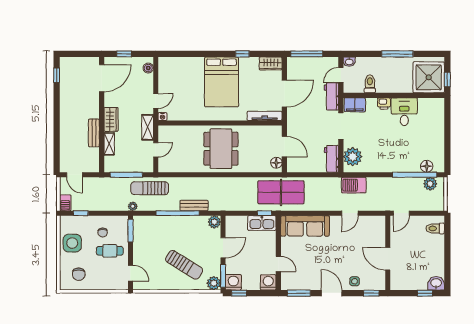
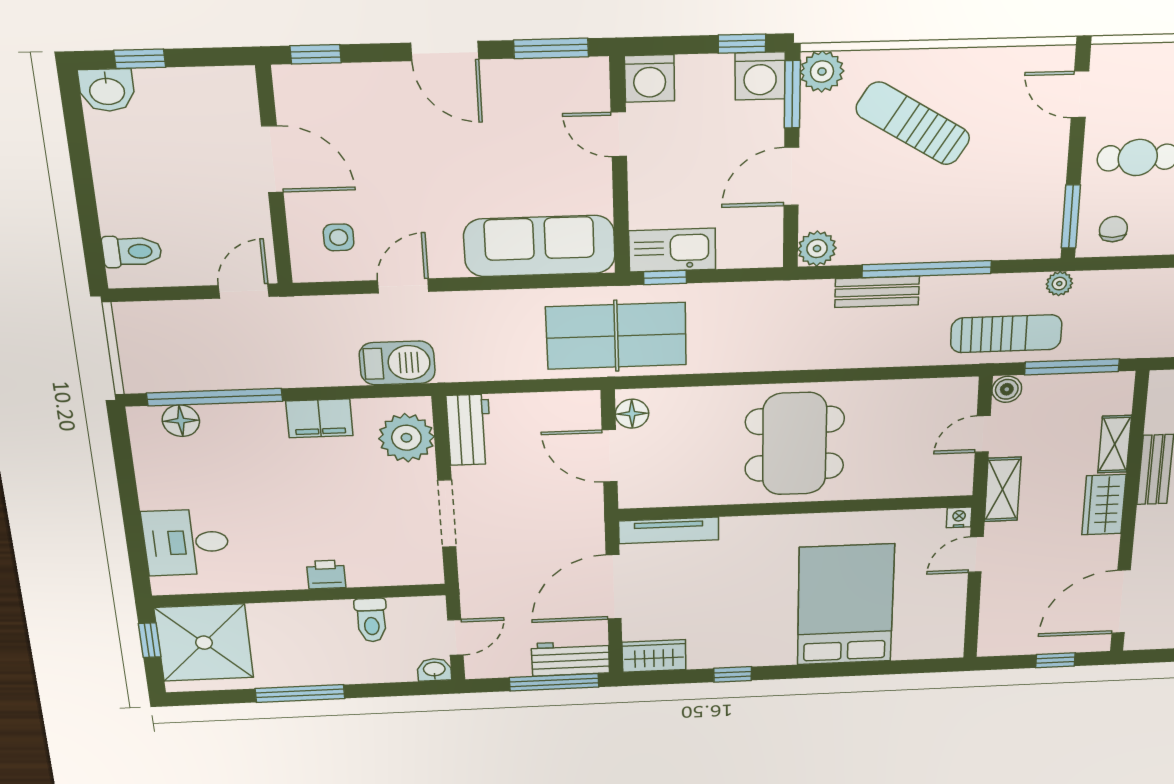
boiler: (148, 68) -> (1007, 389), moved
bed: (222, 82) -> (845, 605), moved
workbench: (331, 96) -> (571, 658), moved, turned -90
filing cabinet: (355, 105) -> (319, 418), moved, turned 180
desk: (404, 112) -> (186, 542), moved, turned 90
plant: (430, 184) -> (164, 375), removed
chair: (103, 232) -> (1113, 229), moved
side table: (355, 281) -> (339, 237), moved

